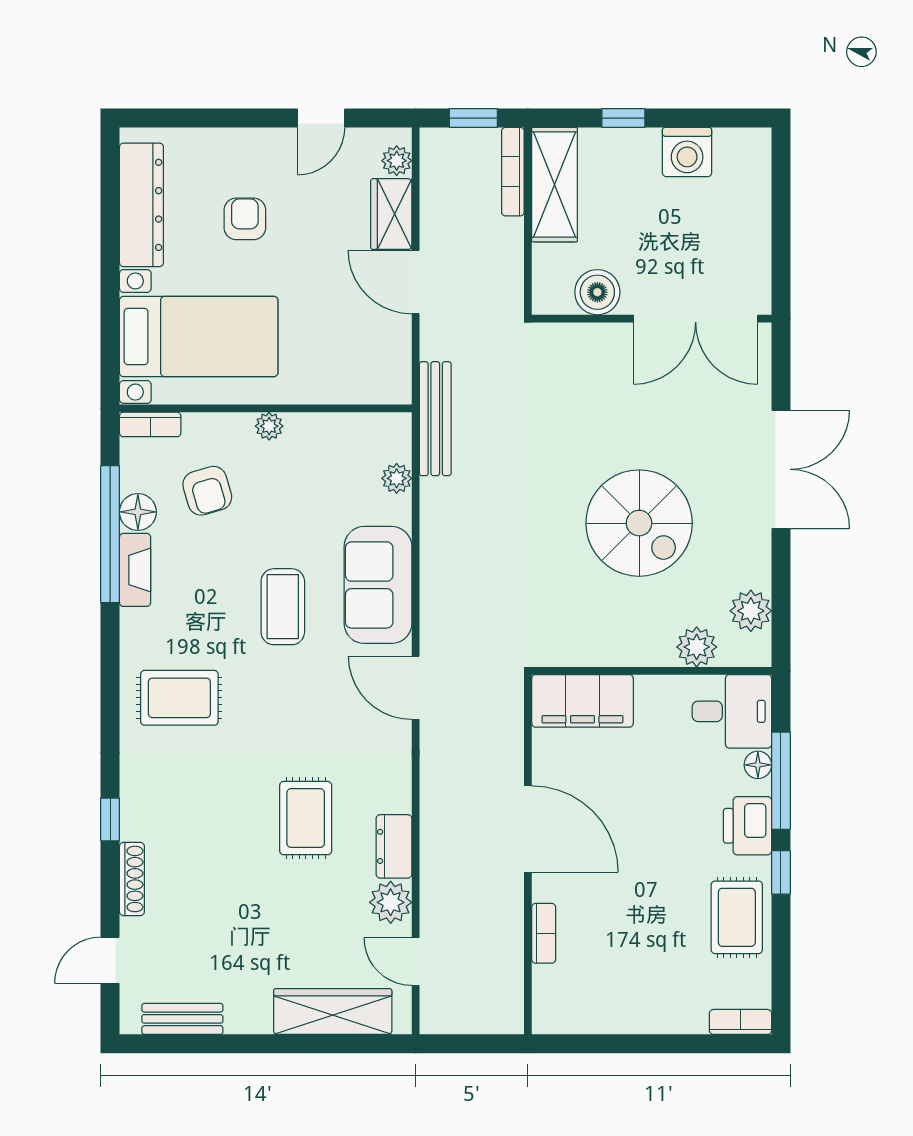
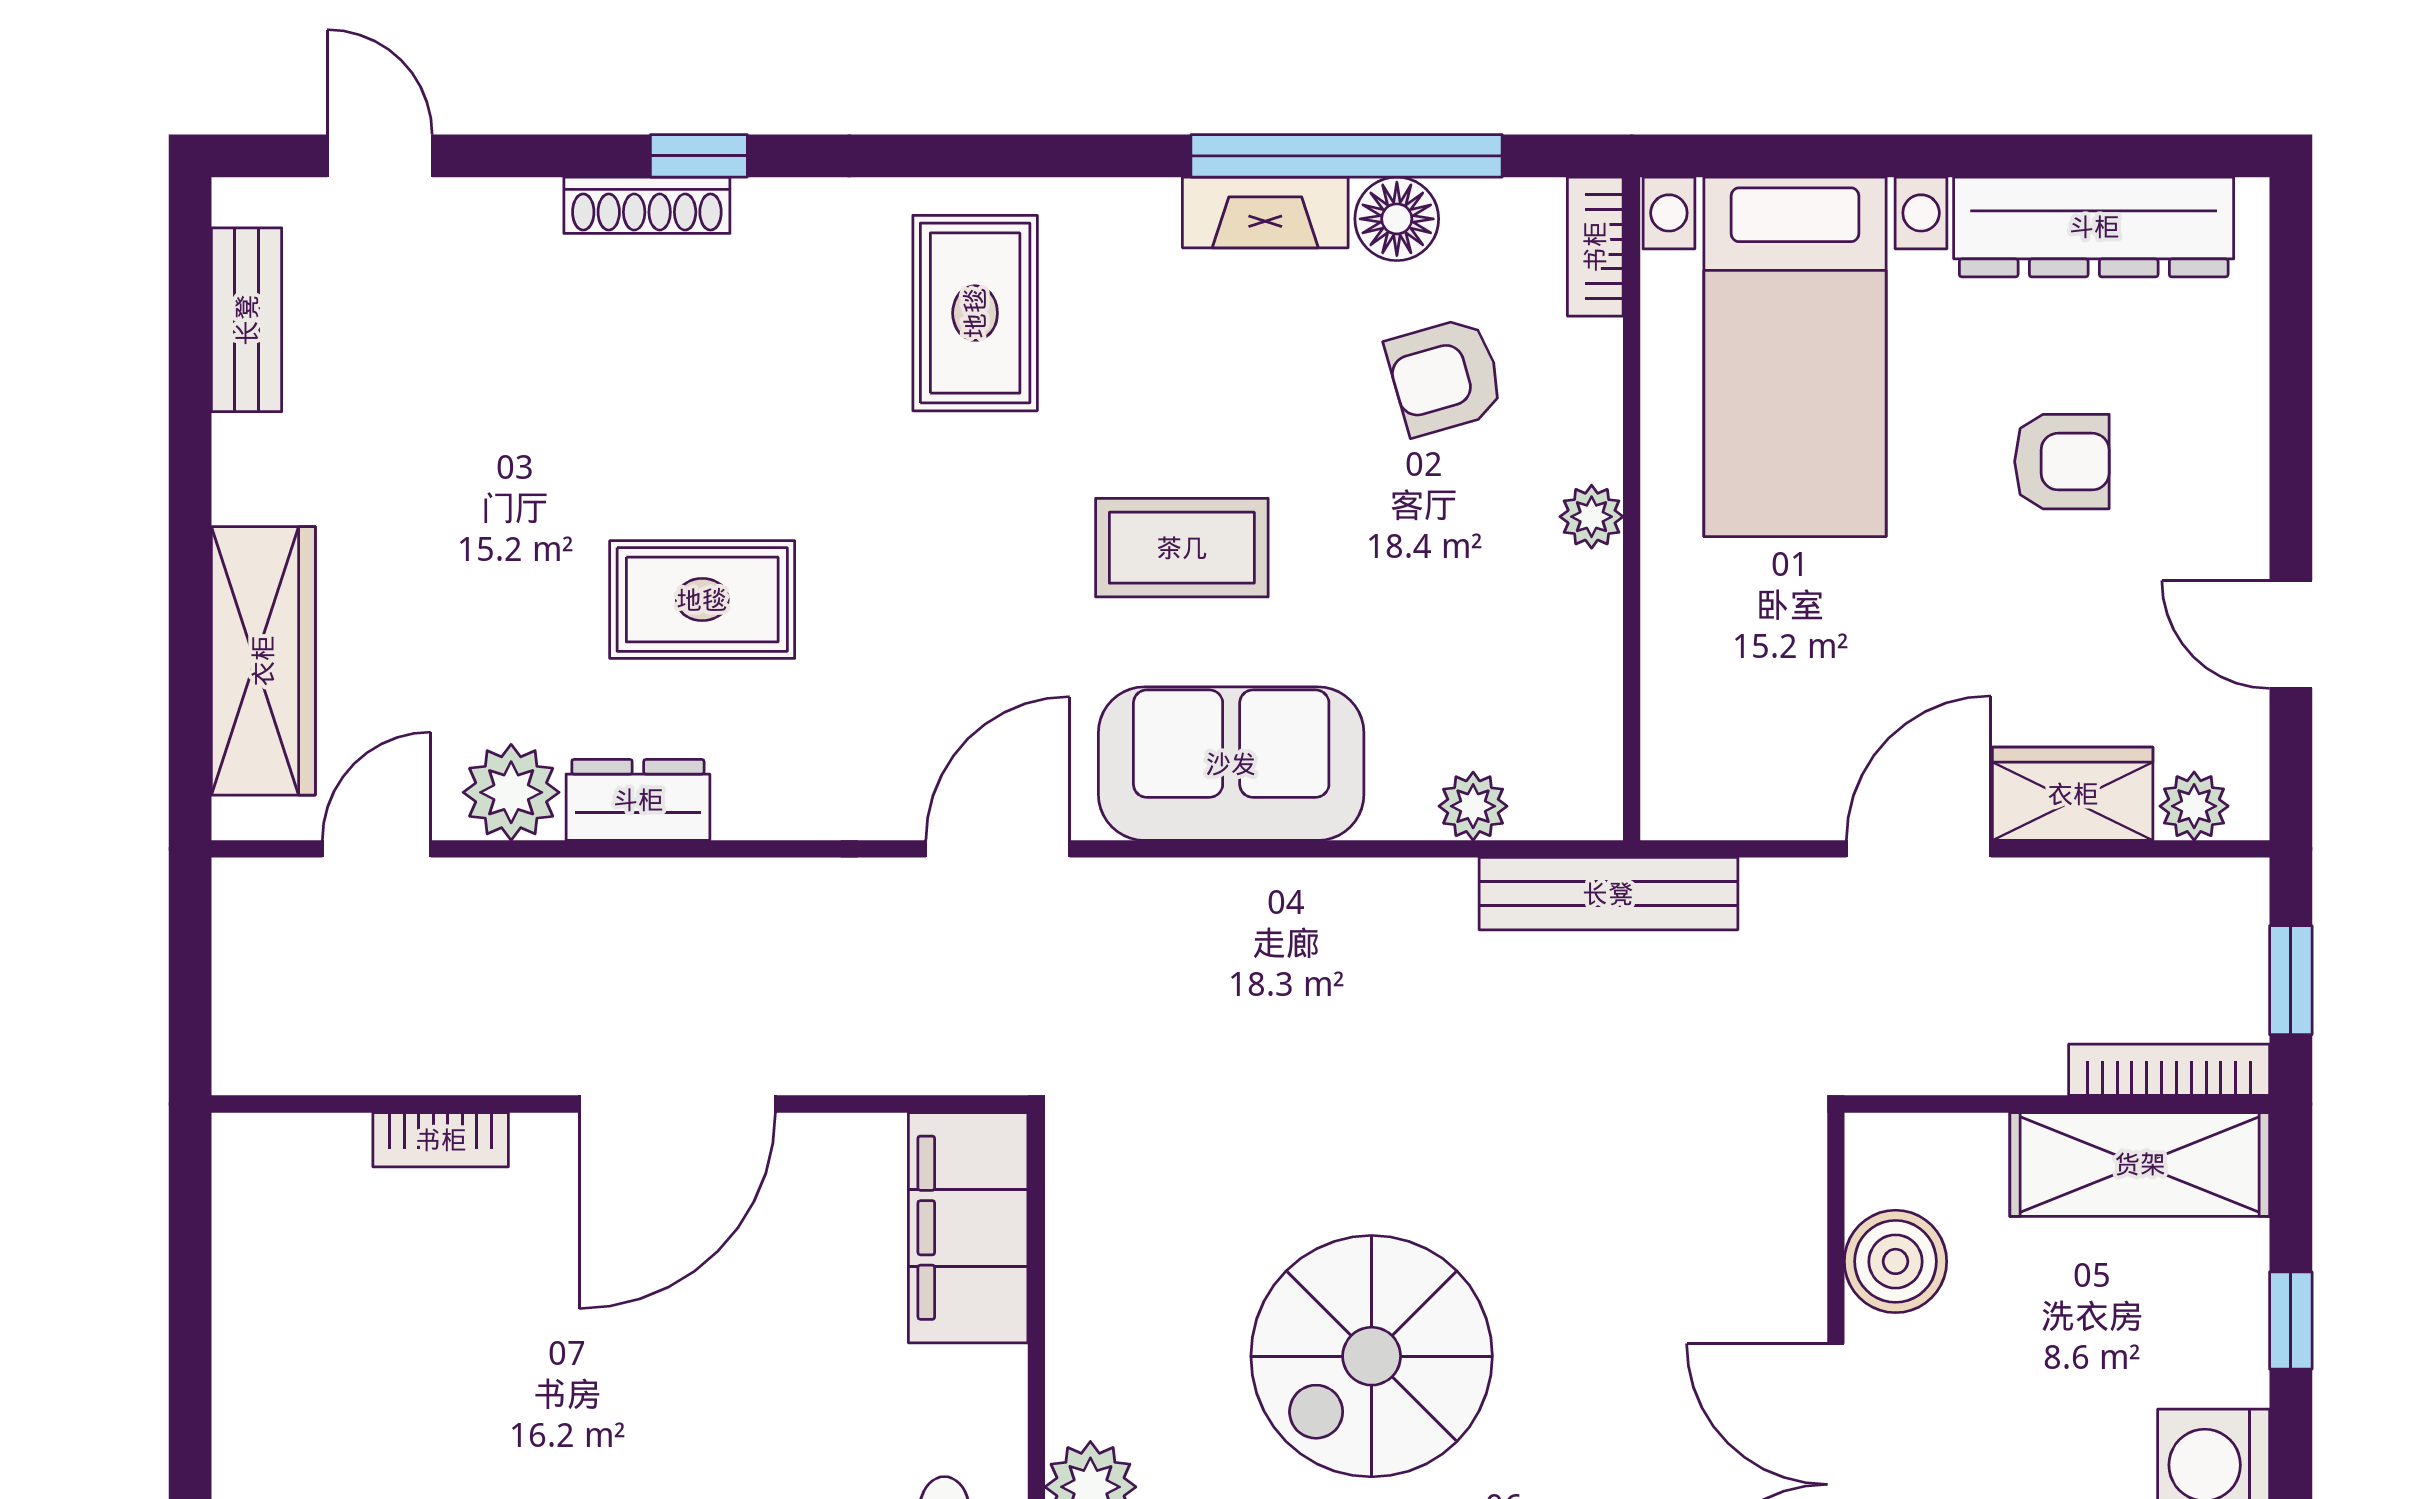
shoe rack: (132, 879) -> (647, 205), moved

